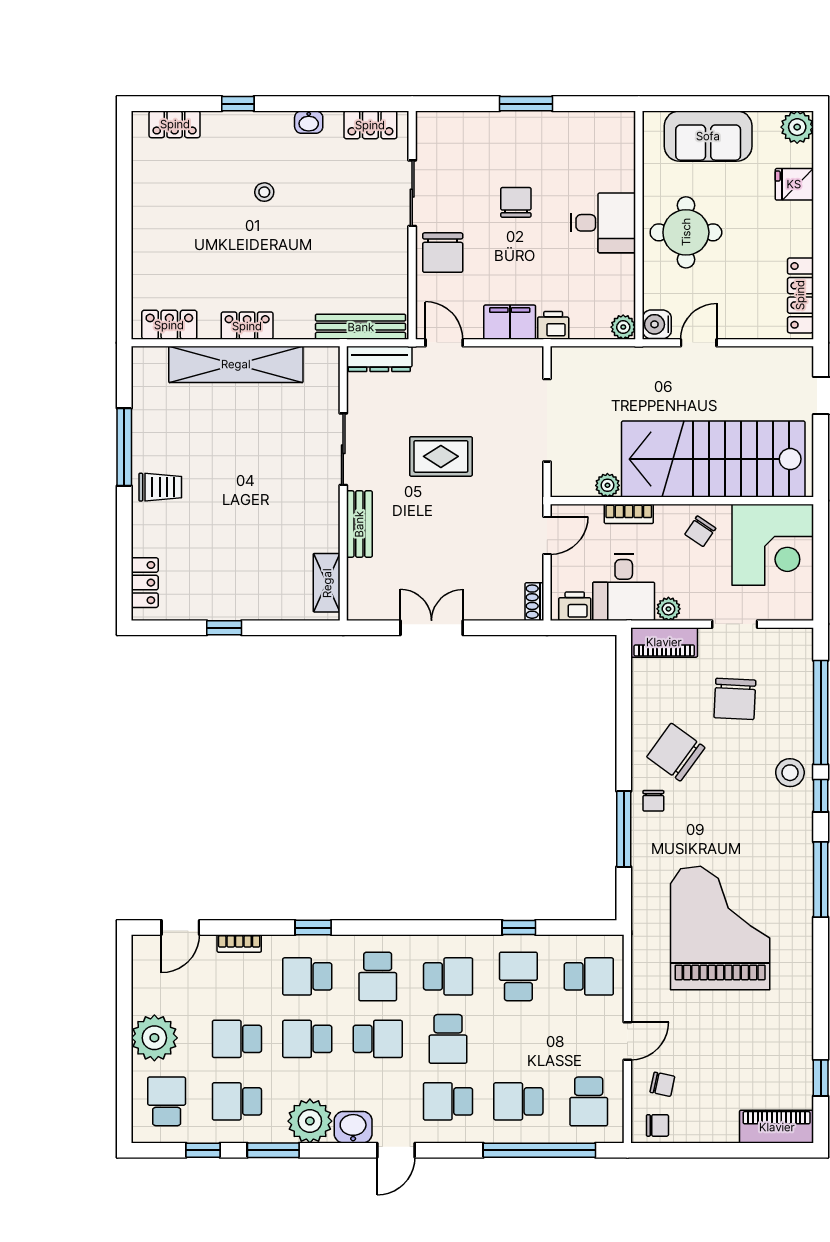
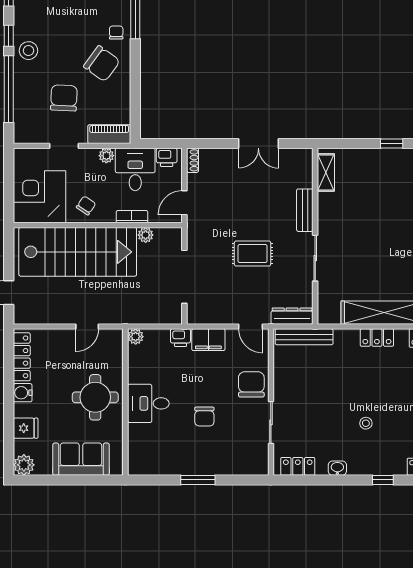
water cooler: (657, 324) -> (23, 393), moved, turned 180

